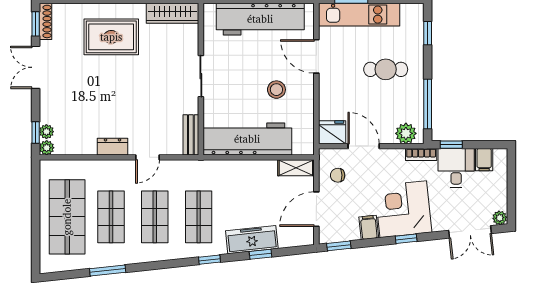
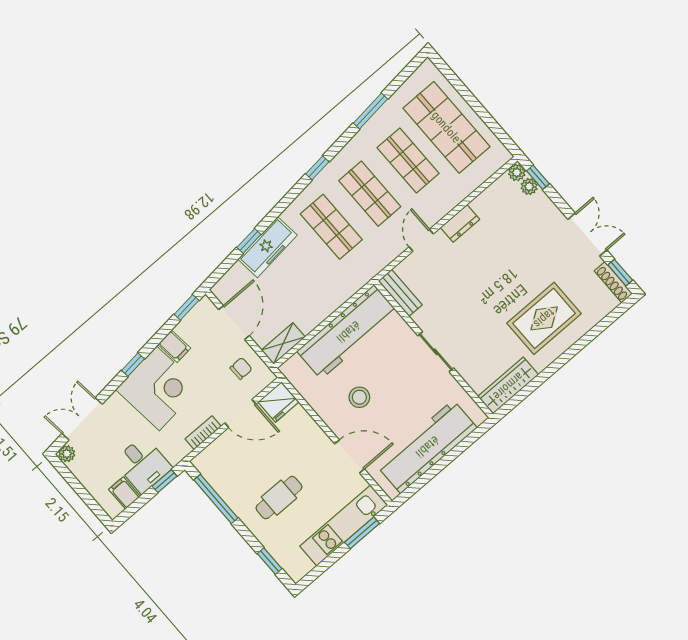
plant: (406, 133) -> (213, 457), removed
bookcase: (421, 155) -> (203, 433), moved
window: (210, 260) -> (317, 168), moved

